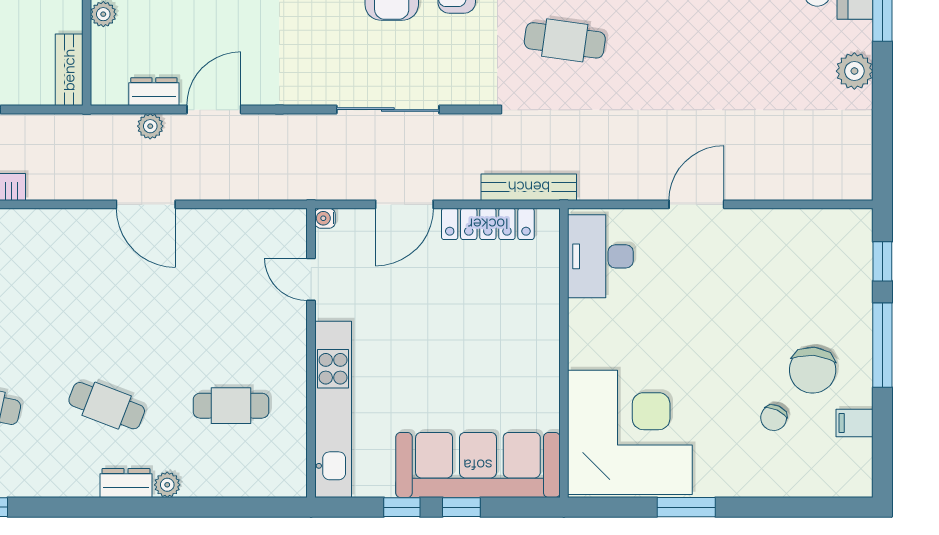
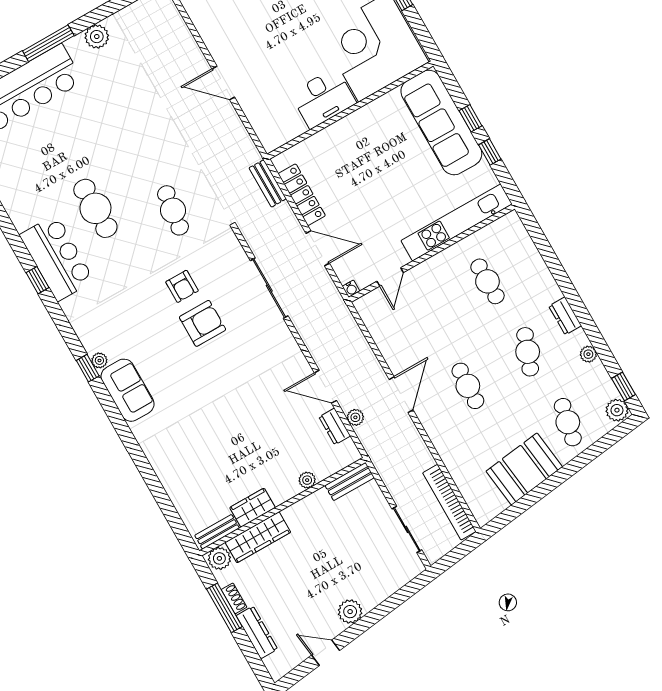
bench: (529, 187) -> (268, 183), width x0.73
desk: (600, 256) -> (323, 98), moved
cafe table: (107, 300) -> (468, 386), added
plant: (167, 485) -> (588, 354), moved

